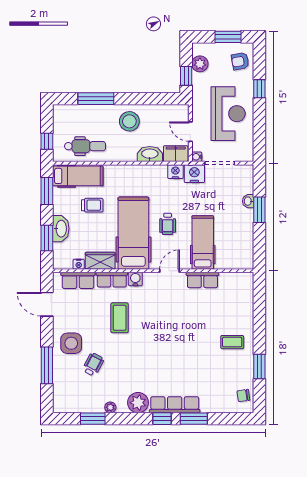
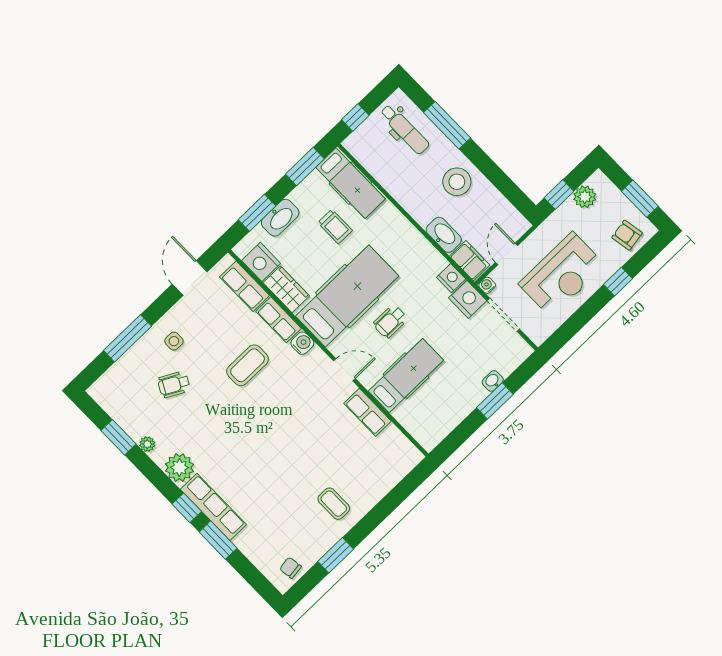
dental chair: (85, 146) -> (405, 129), moved
nightstand: (79, 264) -> (261, 262), width x1.89, depth x1.79
side table: (71, 343) -> (174, 341), width x0.54, depth x0.54
wheelchair: (93, 365) -> (174, 384), turned 180

